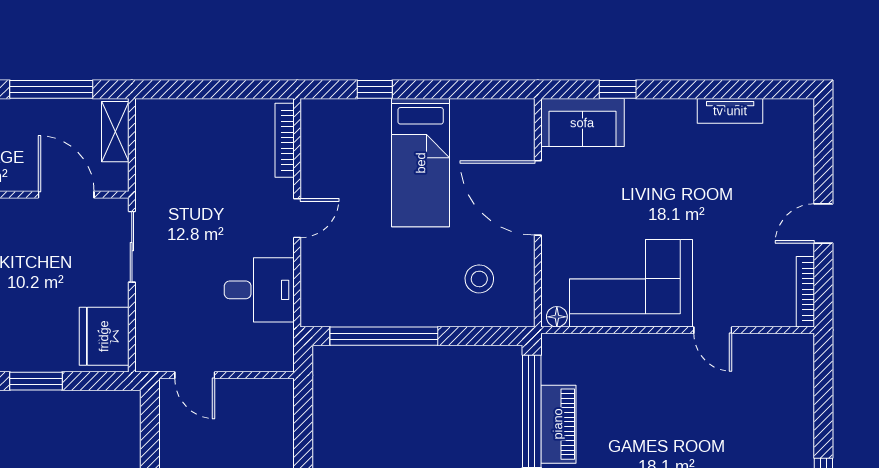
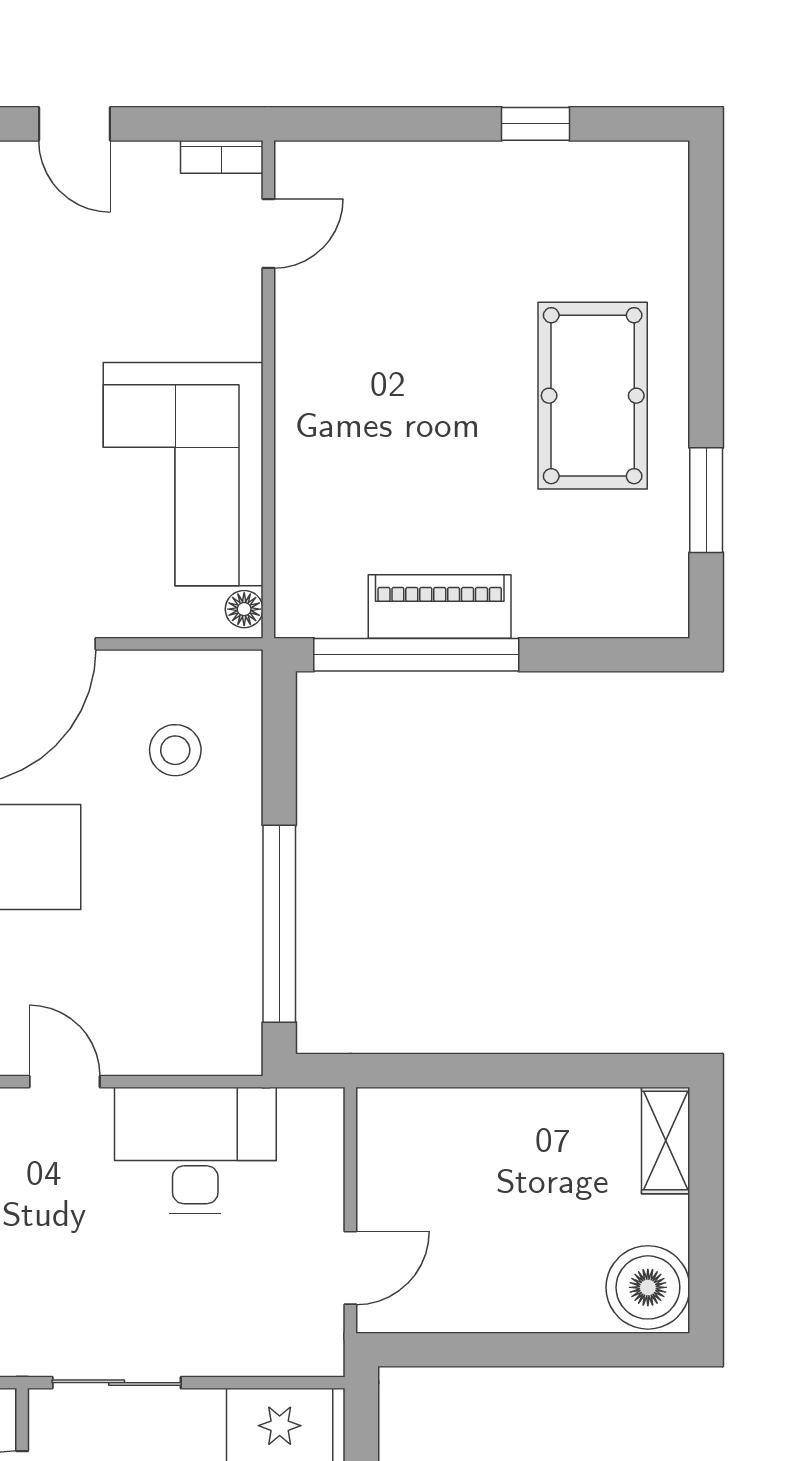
desk: (259, 290) -> (195, 1151), width x1.37
bookcase: (805, 292) -> (222, 157), width x0.64
door: (713, 330) -> (268, 233), moved

